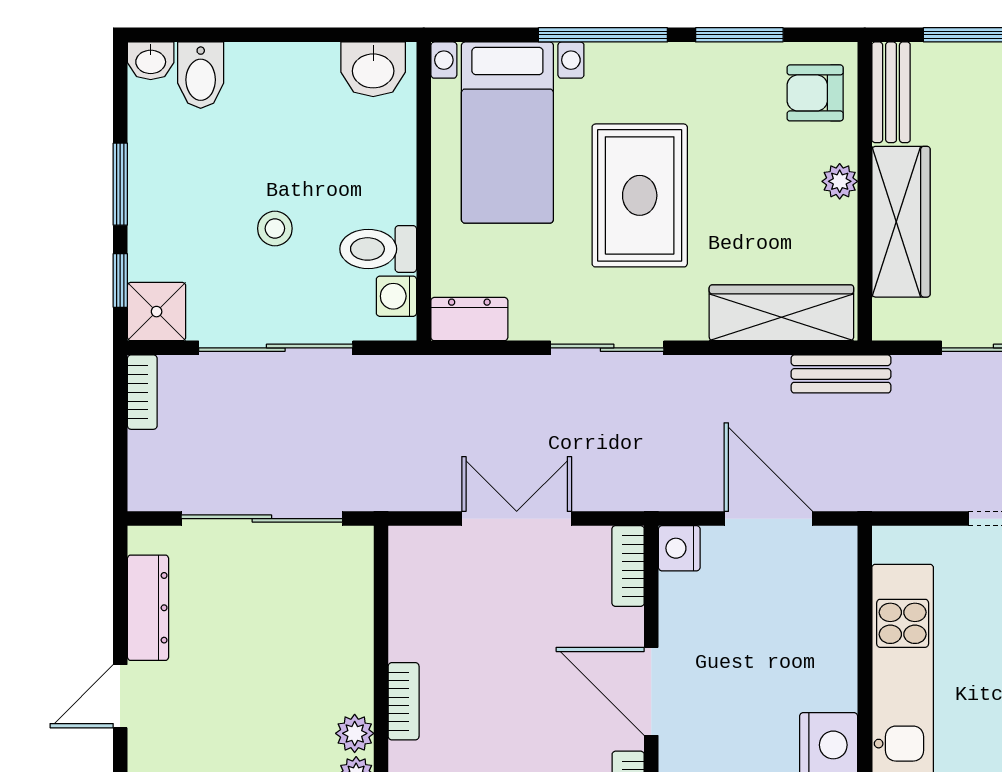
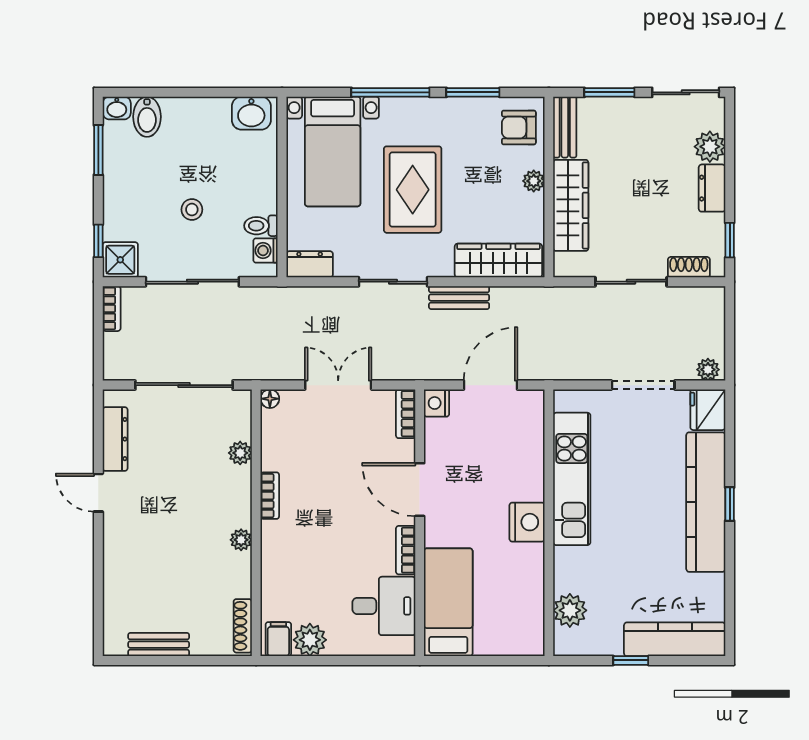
window: (120, 184) -> (98, 150), moved
toilet: (378, 249) -> (261, 226), width x0.73, depth x0.72
bench: (841, 374) -> (459, 298), moved
door: (768, 519) -> (491, 385), hinge flipped
floor lamp: (404, 541) -> (270, 399), added
door: (120, 696) -> (98, 493), hinge flipped
plant: (355, 733) -> (240, 453), moved

